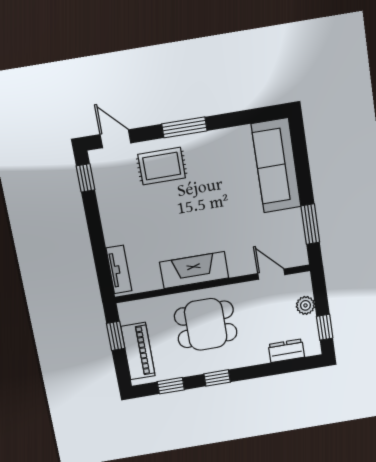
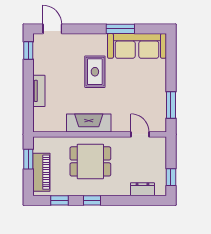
window: (184, 127) -> (120, 29), moved
sofa: (276, 165) -> (137, 46), moved, turned -90
rug: (162, 166) -> (95, 72), moved, turned 90
tv unit: (119, 269) -> (39, 91), moved
plant: (305, 305) -> (160, 160), removed

